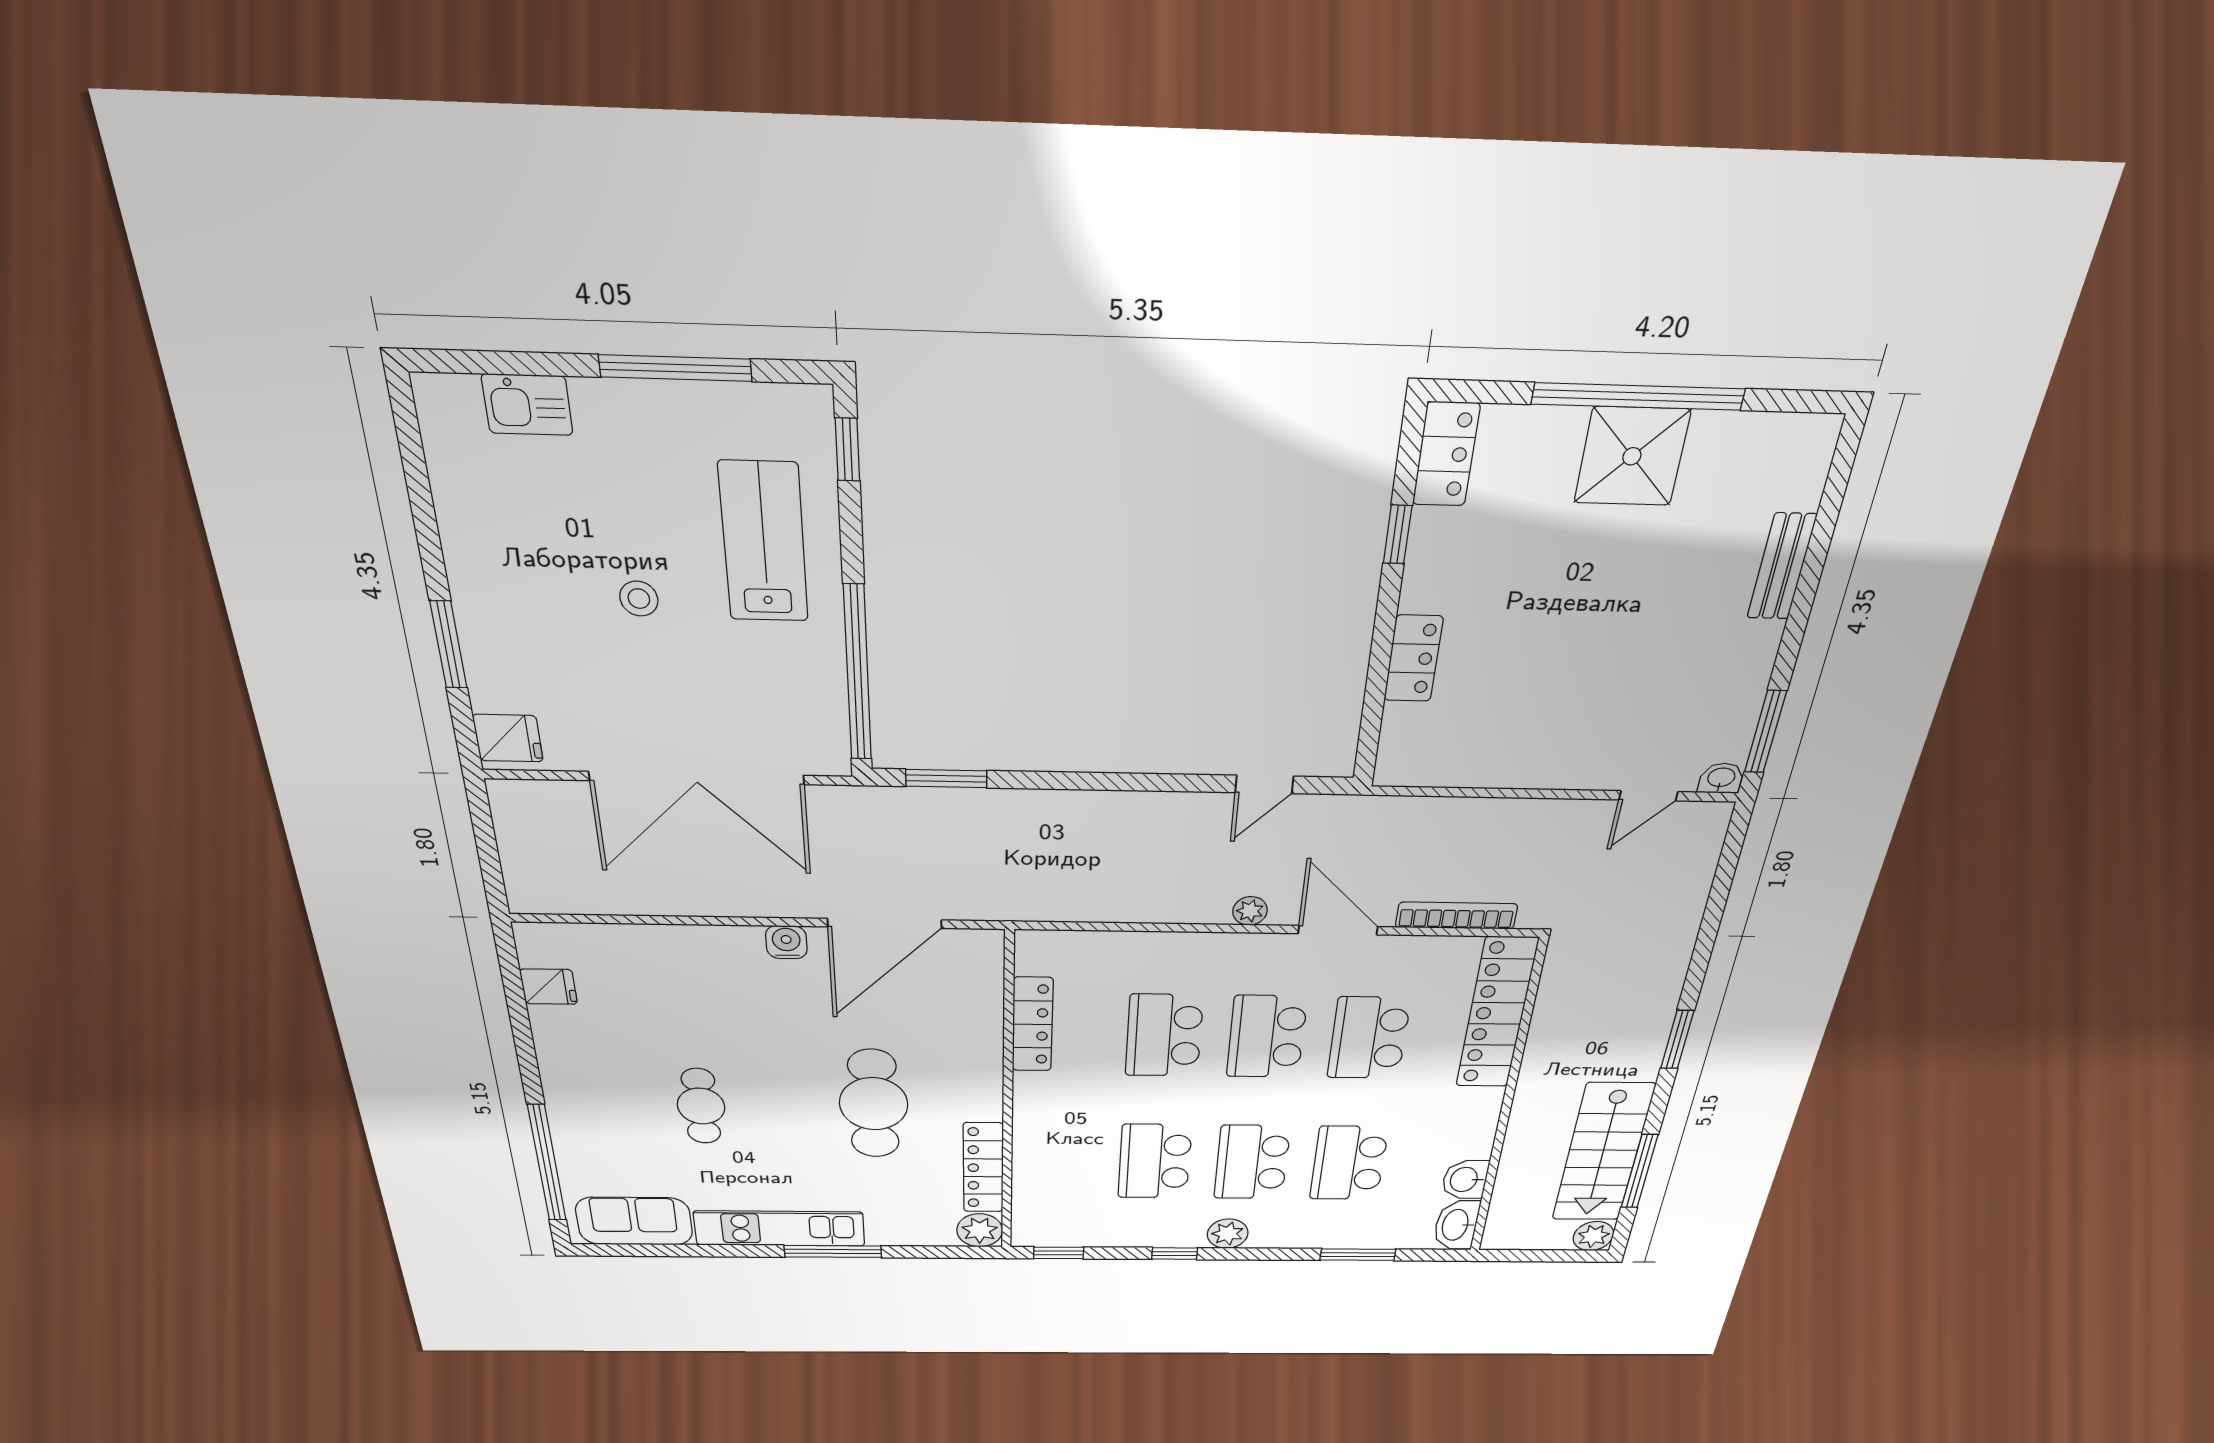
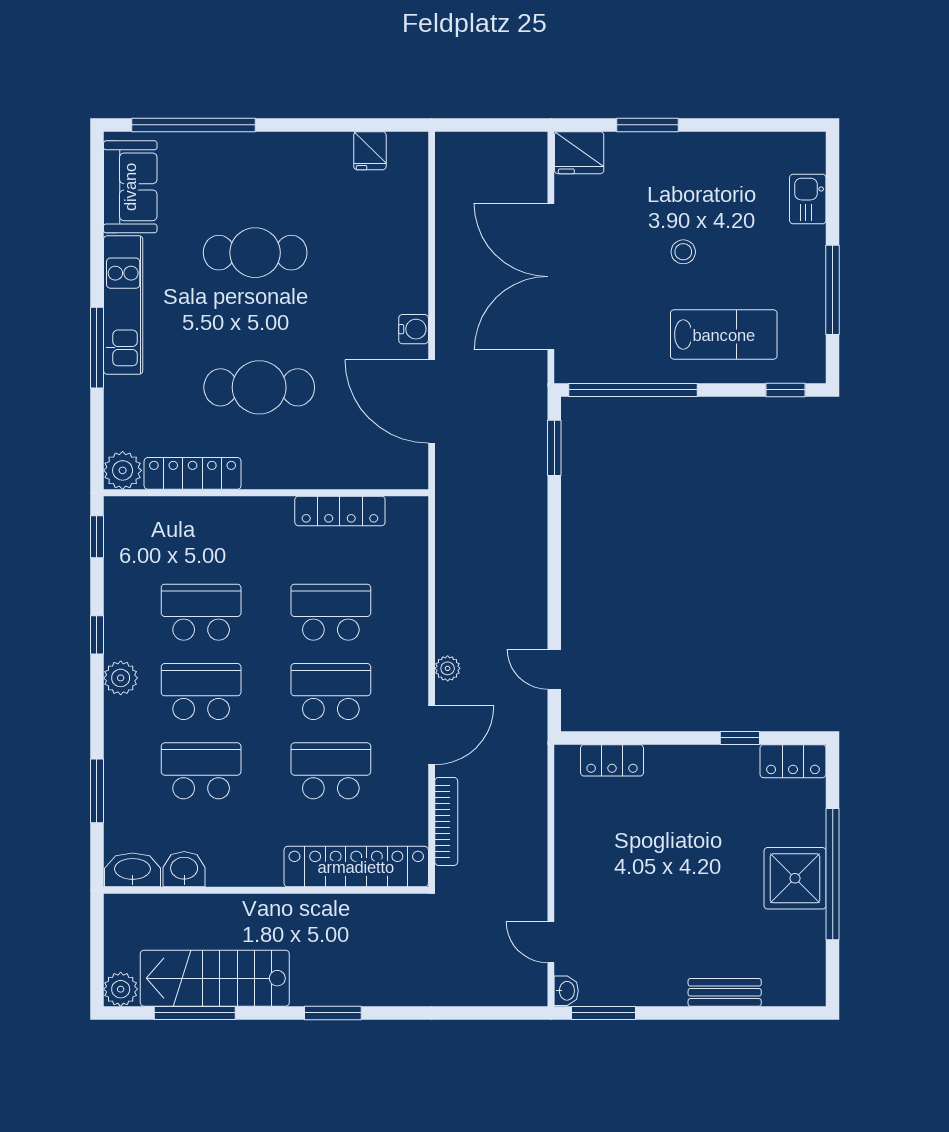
locker: (1413, 658) -> (612, 760), moved
fridge: (508, 738) -> (579, 153), width x1.38
cafe table: (701, 1106) -> (255, 253), width x1.37, depth x1.35

